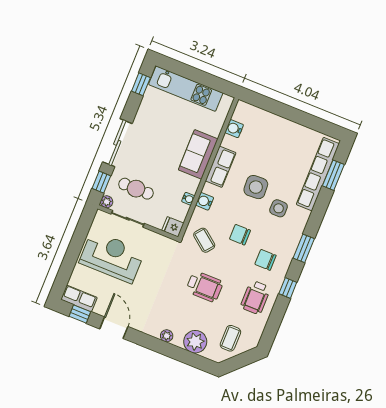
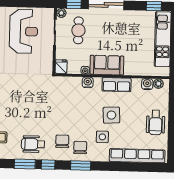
plant: (239, 114) -> (158, 84), added
sofa: (198, 154) -> (107, 65), moved
window: (333, 175) -> (25, 164), moved
chair: (240, 235) -> (80, 148), moved
coffee table: (204, 240) -> (60, 92), removed
wheelchair: (205, 287) -> (156, 122), moved

